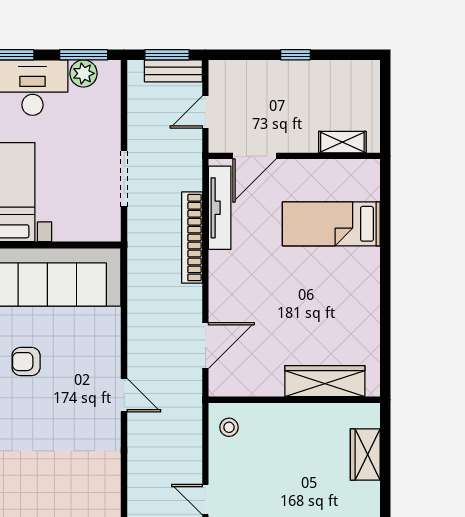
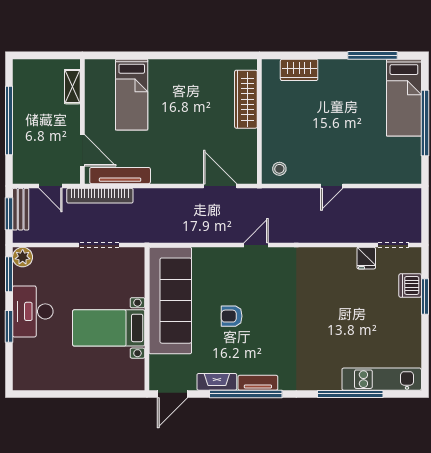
window: (295, 55) -> (9, 121), width x3.17
plant: (83, 73) -> (23, 257), moved
bookcase: (192, 238) -> (100, 196), moved
armchair: (26, 362) -> (232, 316), turned 90

